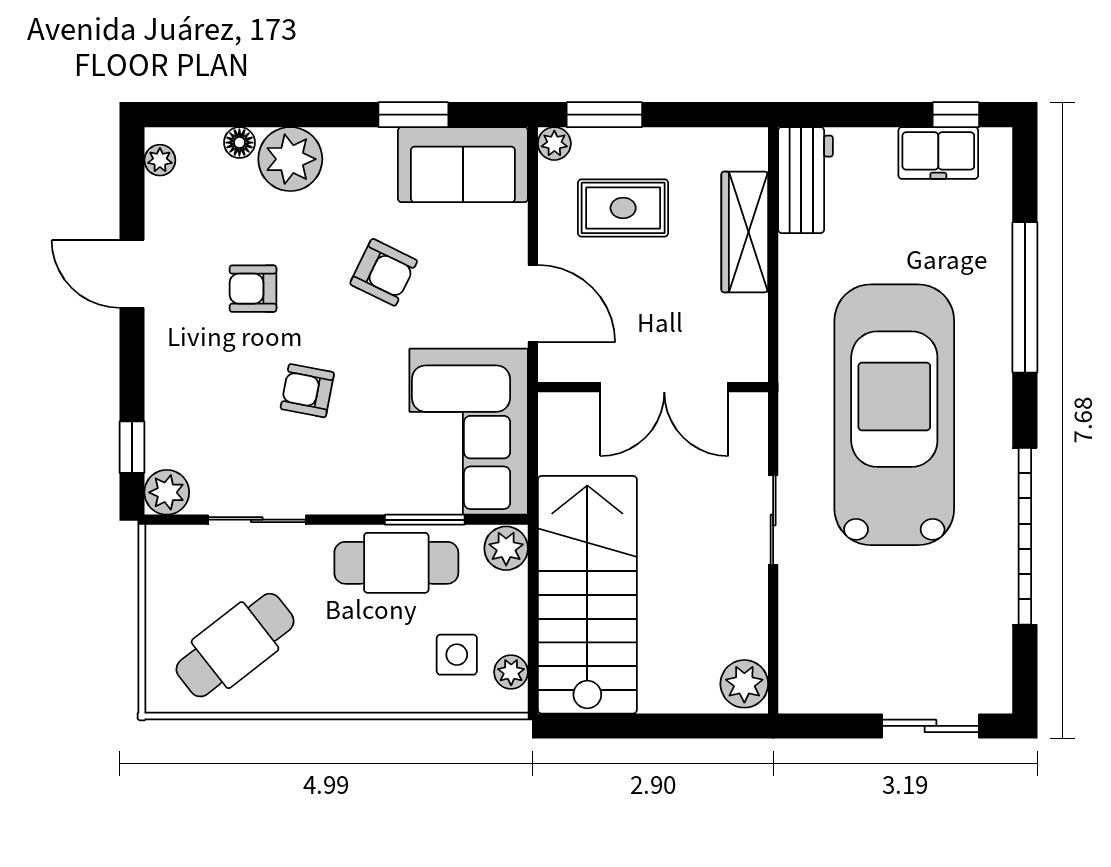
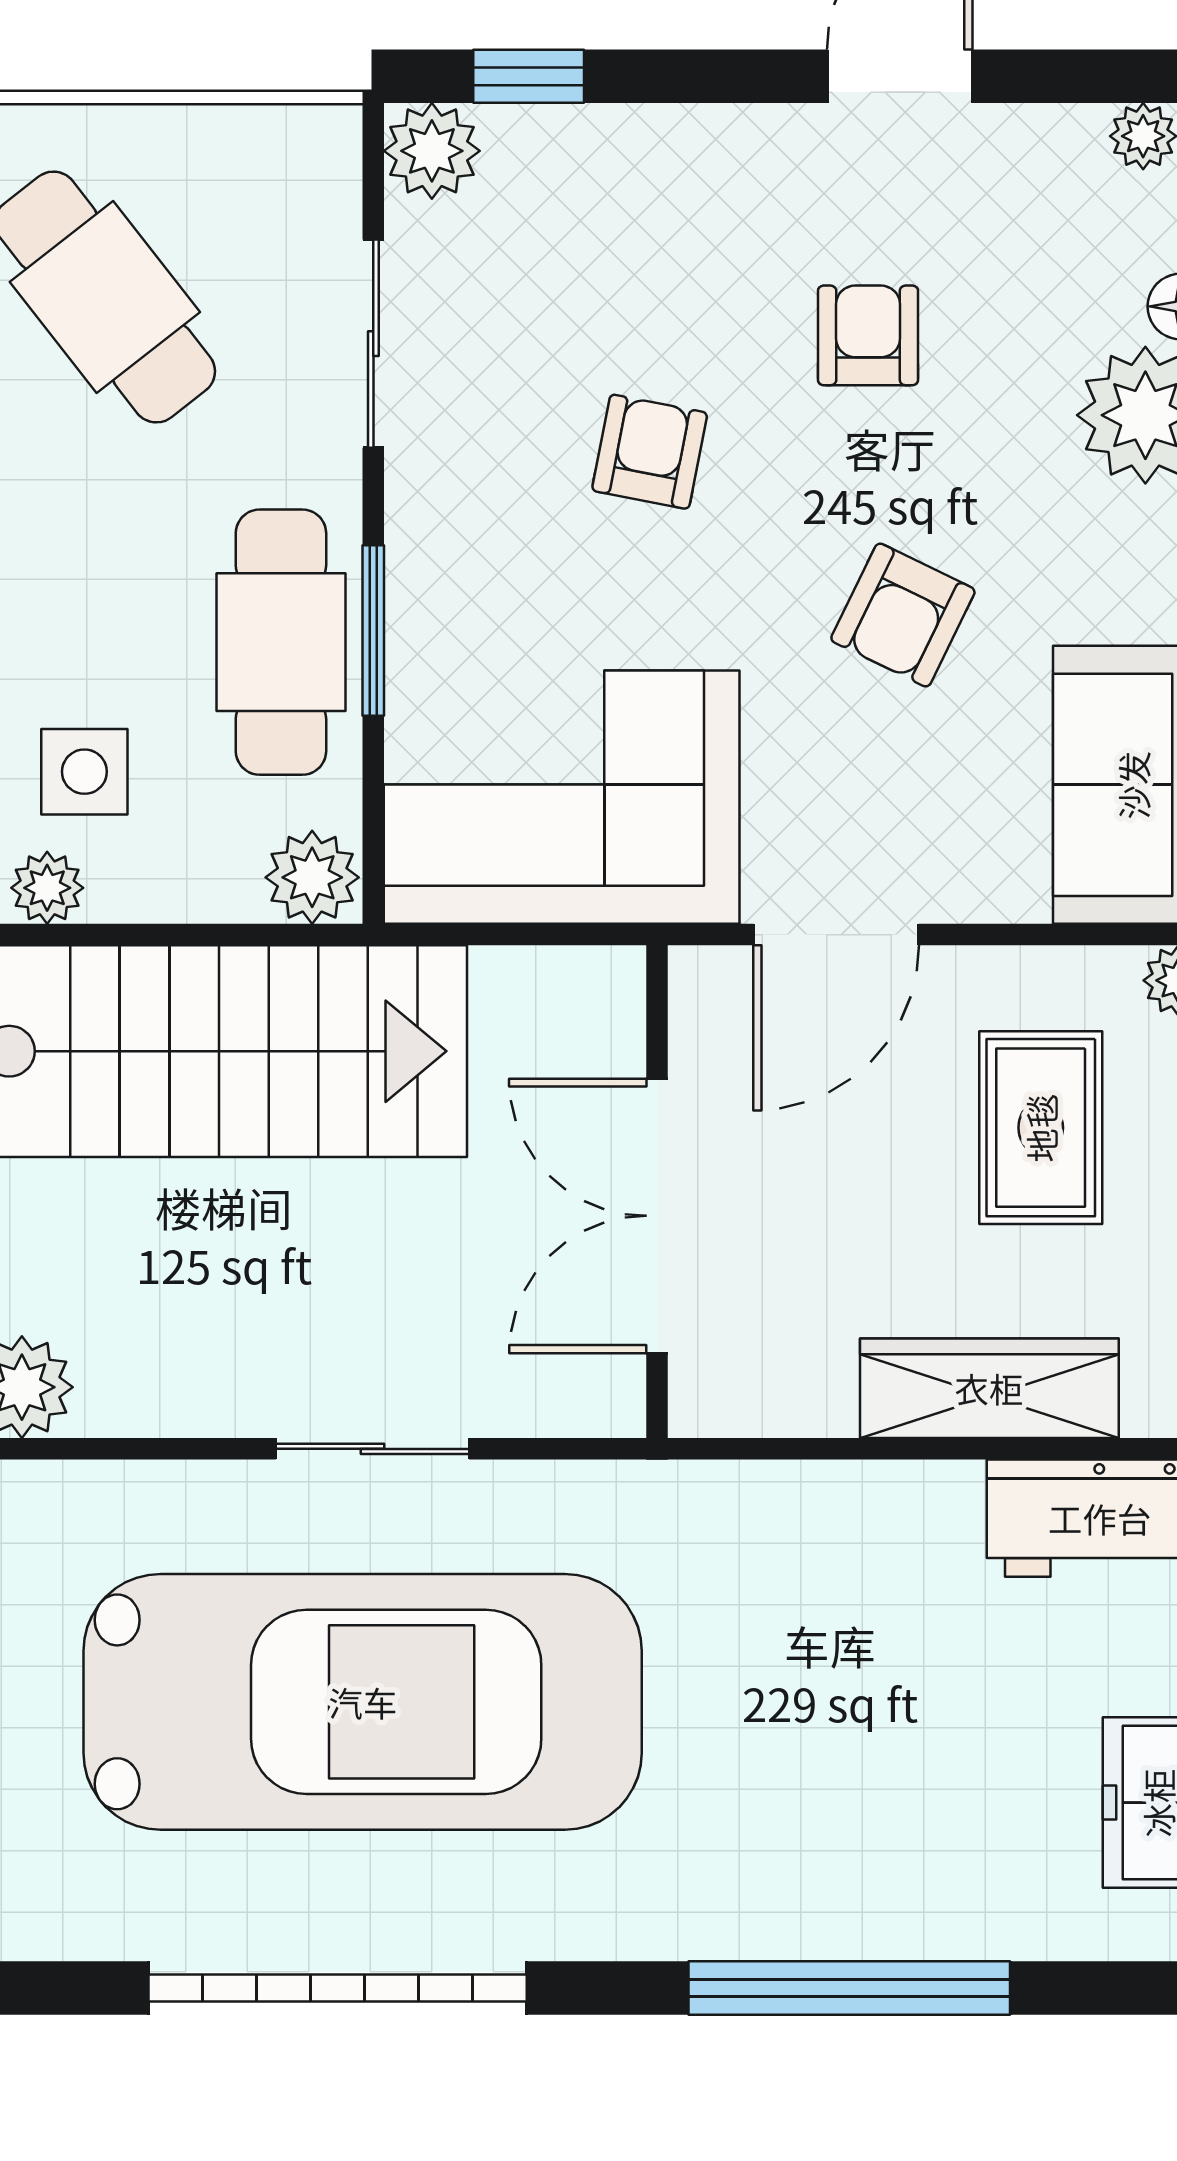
car: (894, 415) -> (363, 1702), moved
window: (425, 520) -> (373, 630), moved

